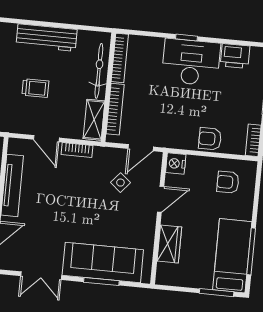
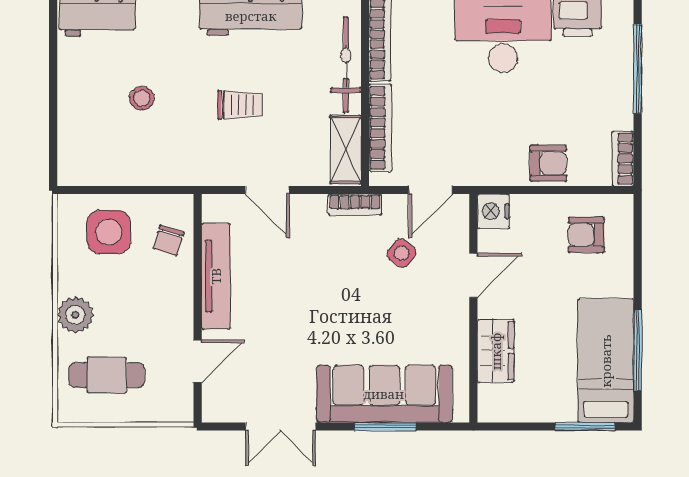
armchair: (210, 139) -> (548, 163), turned 180
bookcase: (77, 150) -> (355, 205), moved

